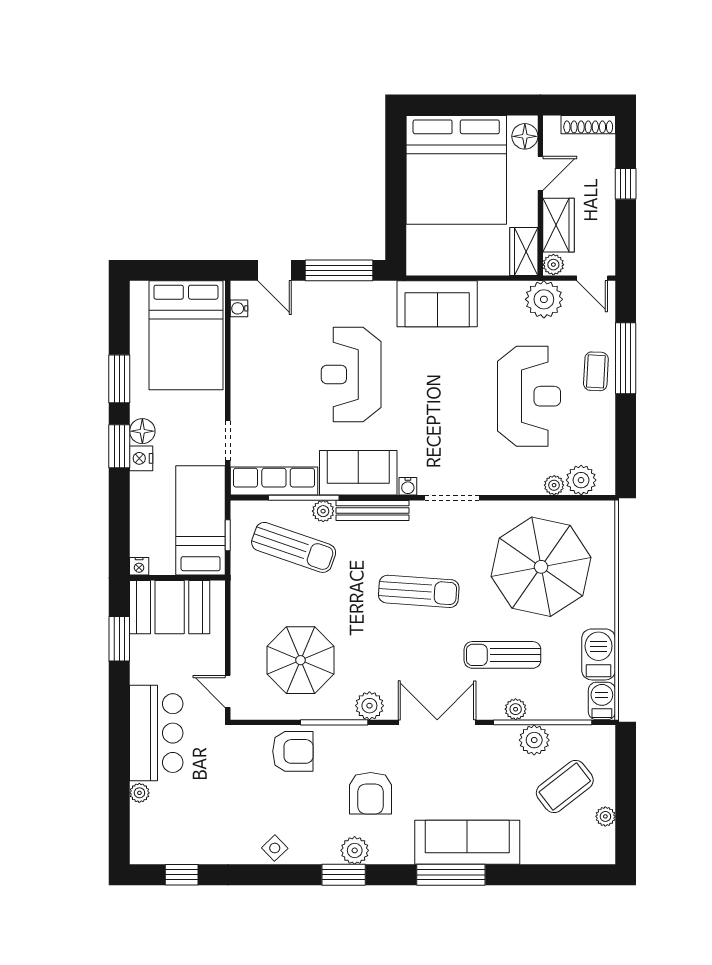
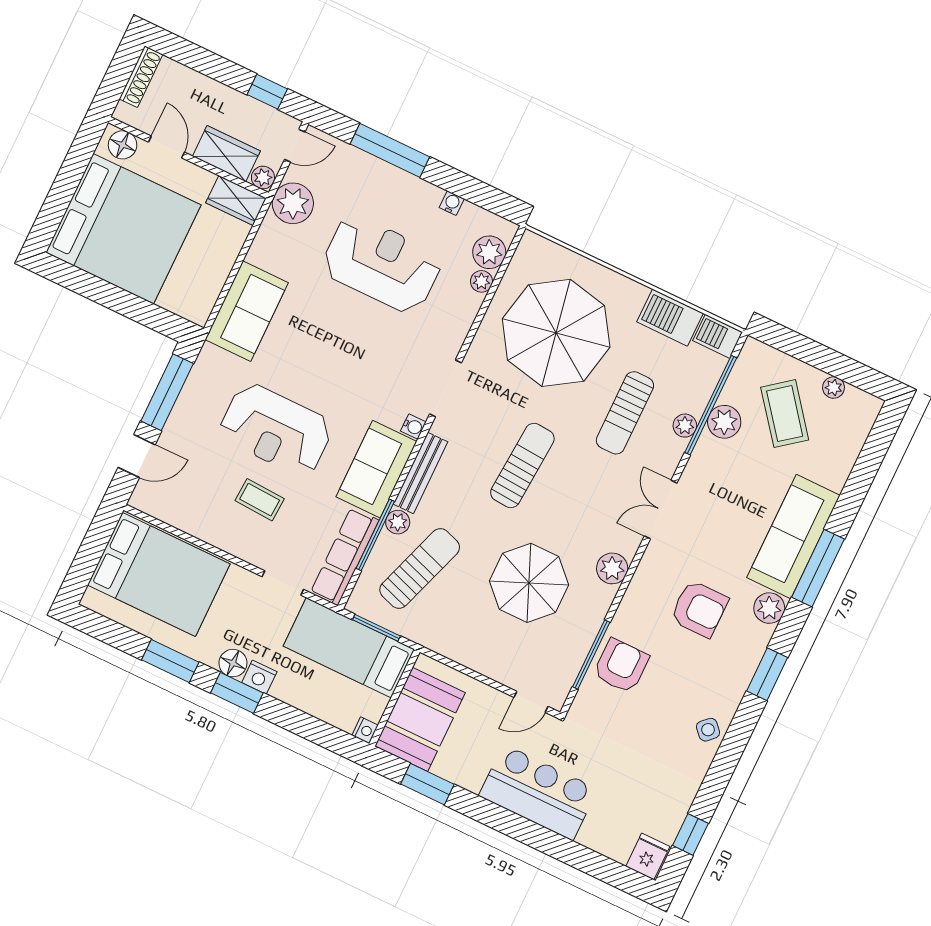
window: (626, 184) -> (267, 92), moved
water cooler: (239, 308) -> (452, 203), moved, turned 180
coffee table: (596, 371) -> (260, 500), moved
window: (228, 535) -> (376, 628), width x1.50
parasol: (301, 660) -> (529, 583), moved
window: (334, 722) -> (591, 655), moved
double door: (437, 722) -> (661, 510), width x0.73
plant: (139, 793) -> (589, 837), removed
fridge: (147, 848) -> (648, 857), added
plant: (355, 850) -> (769, 608), moved

